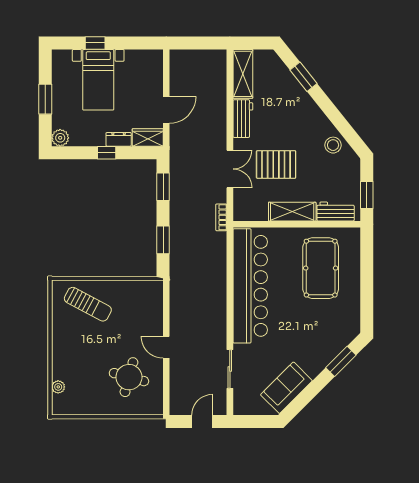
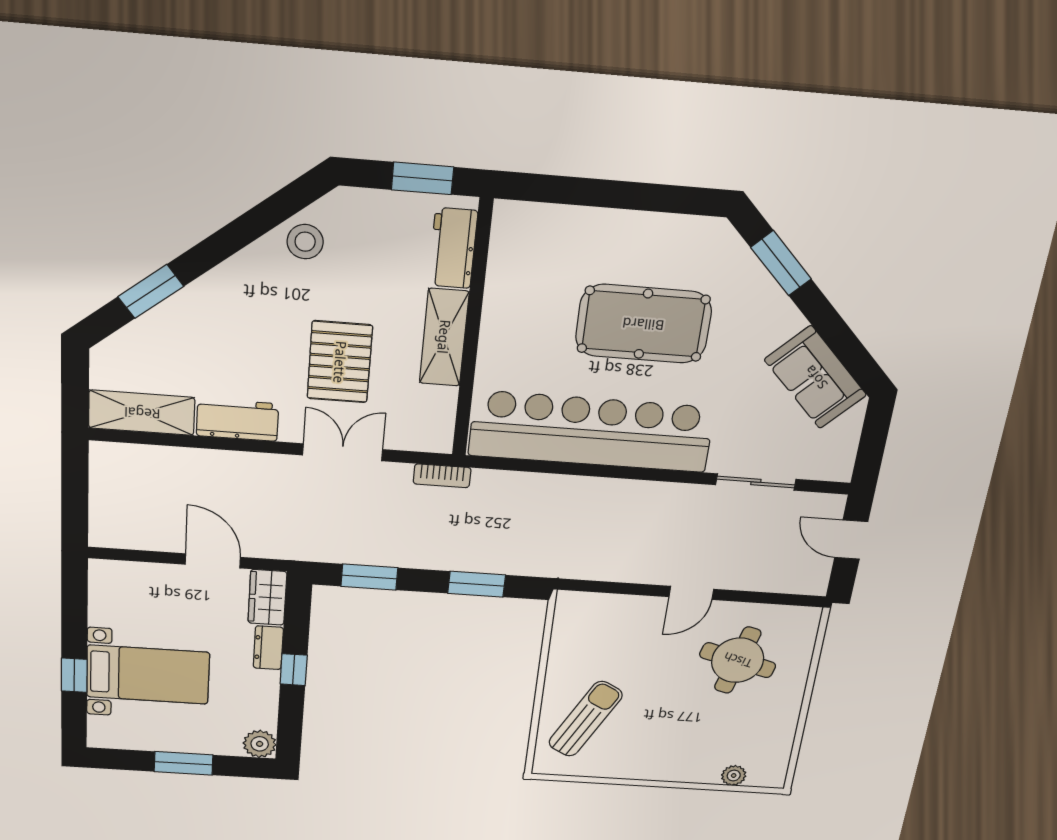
pool table: (321, 268) -> (643, 324), moved

